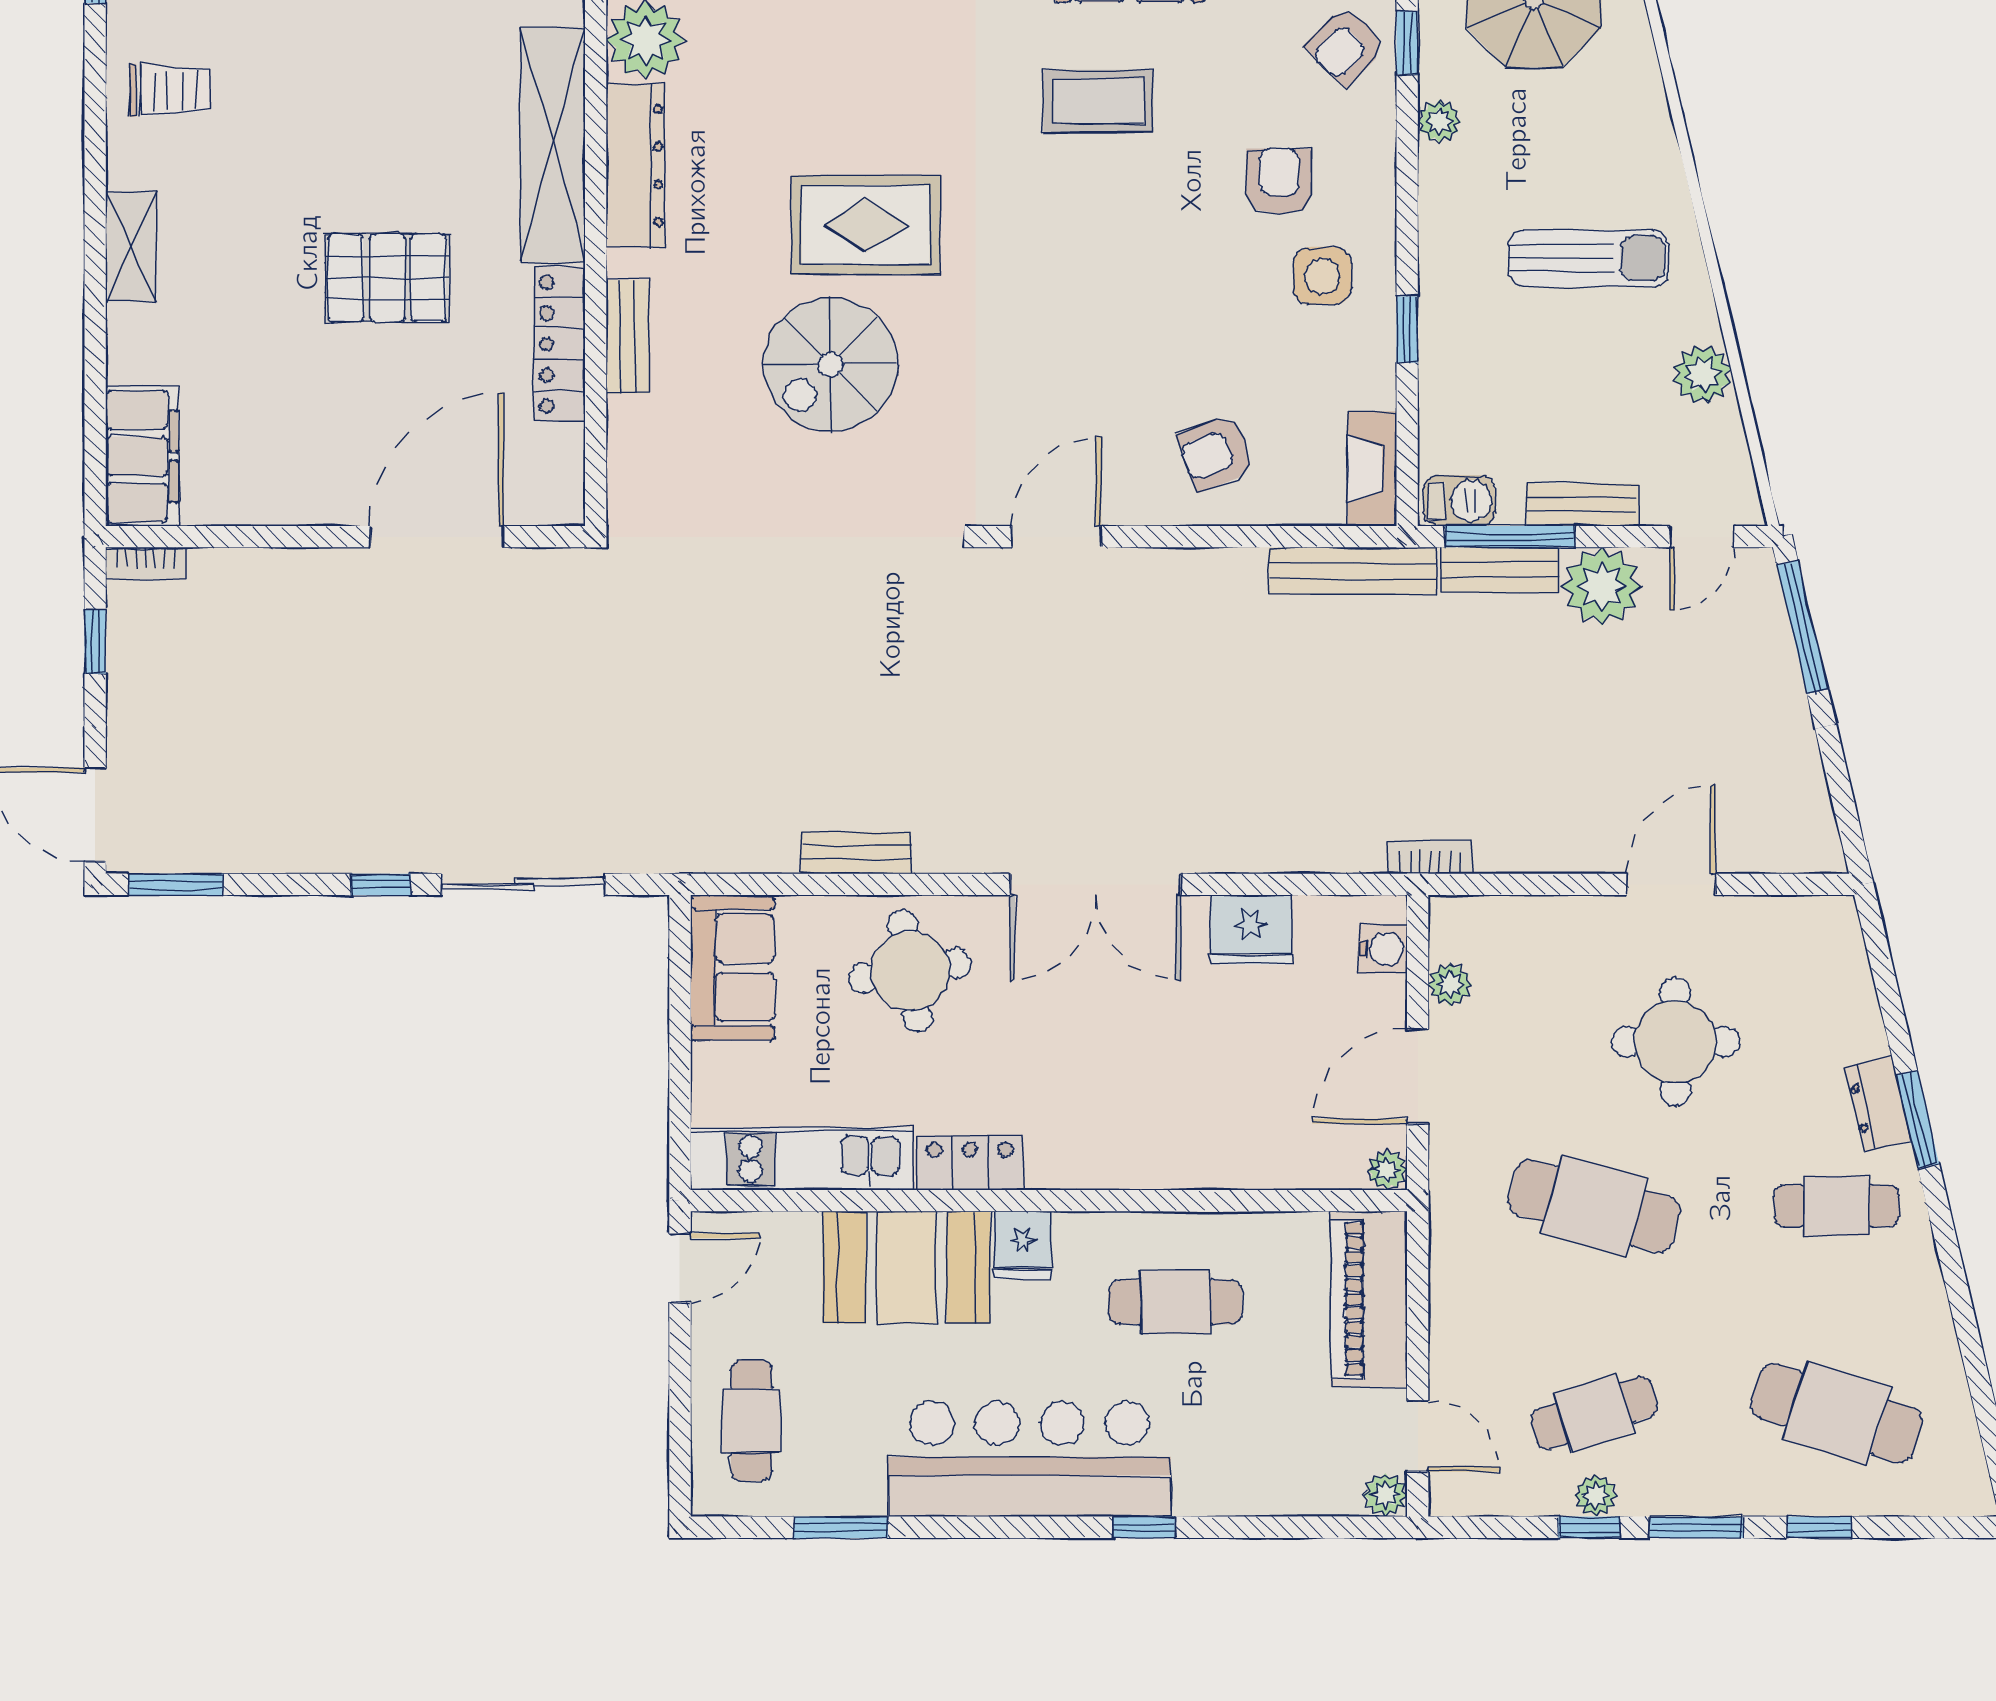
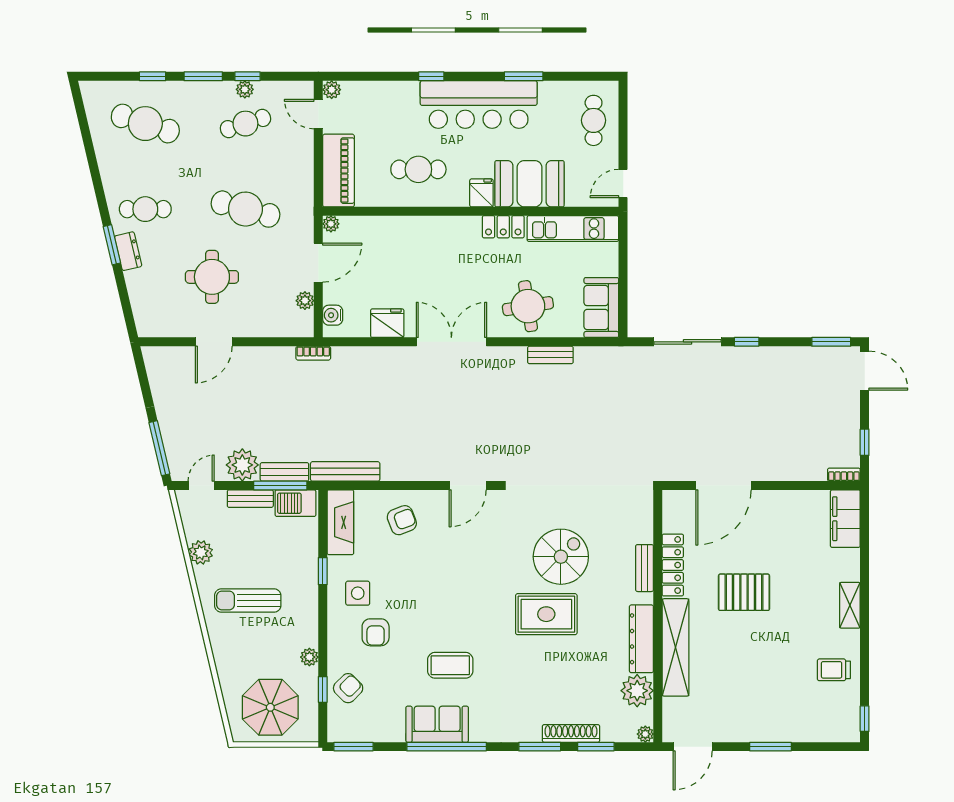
fireplace: (1372, 469) -> (340, 522), width x1.37, depth x1.32
barbecue: (1459, 501) -> (295, 503), width x1.38, depth x1.27
window: (841, 1527) -> (524, 76), moved

